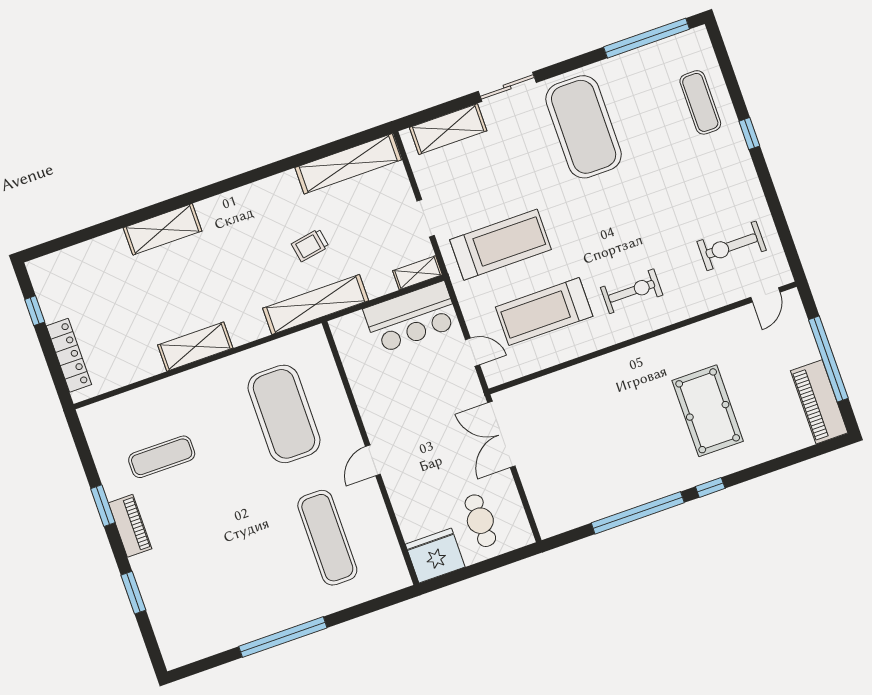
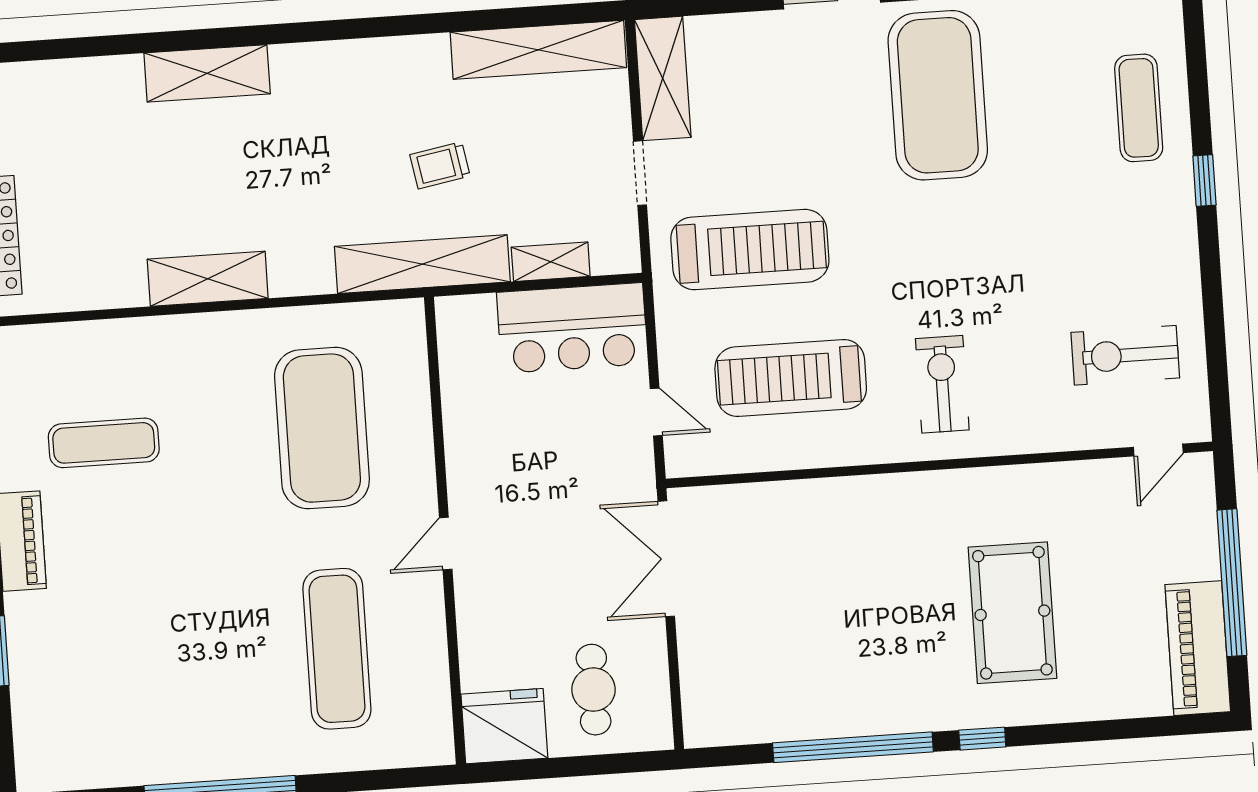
shelving: (448, 129) -> (663, 78), moved, turned 90
shelving: (418, 273) -> (551, 262), moved
exercise bike: (632, 291) -> (942, 384), turned -90

